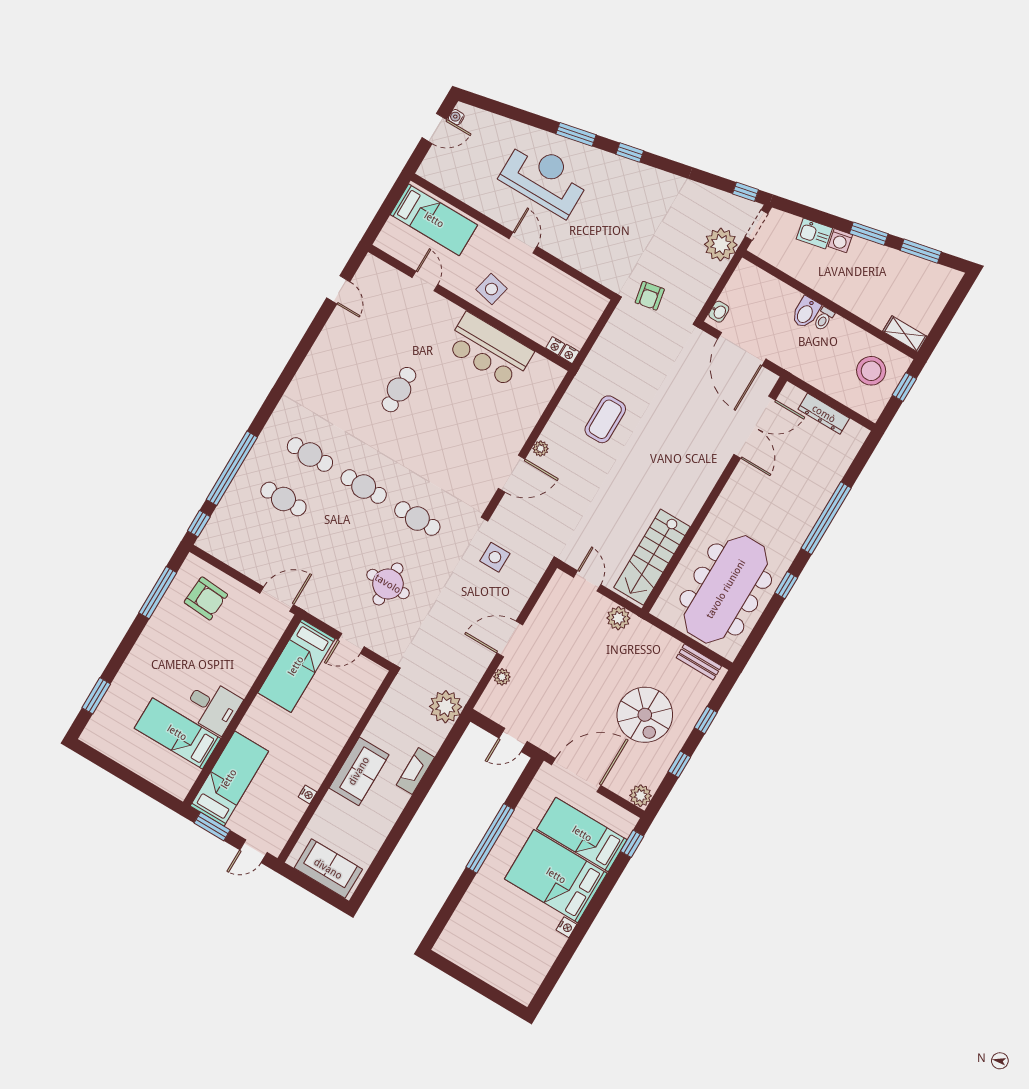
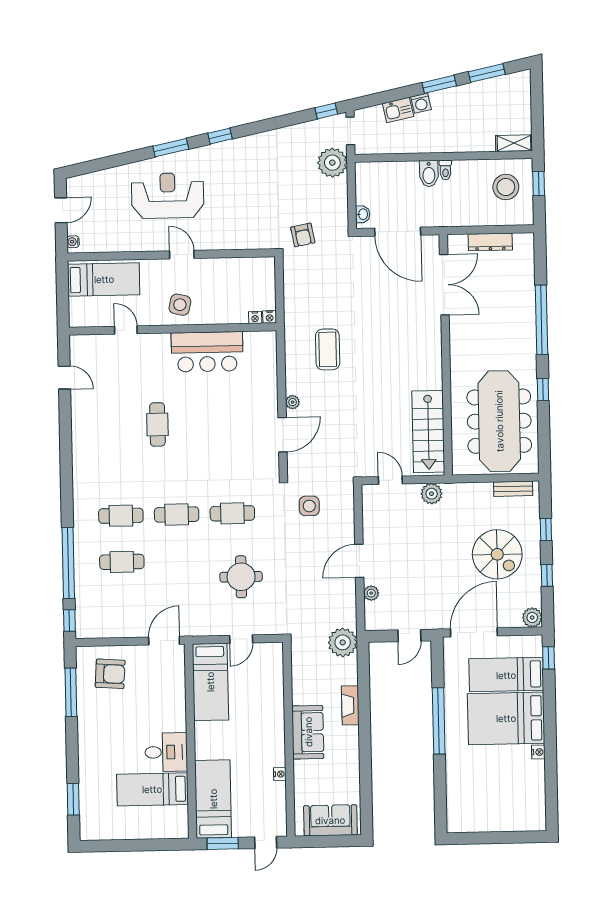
water cooler: (456, 117) -> (73, 242), moved

